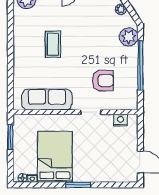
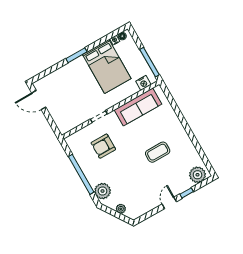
coffee table: (53, 44) -> (158, 152), turned 90
nightstand: (121, 120) -> (143, 83), moved
window: (10, 137) -> (150, 62), width x1.44

